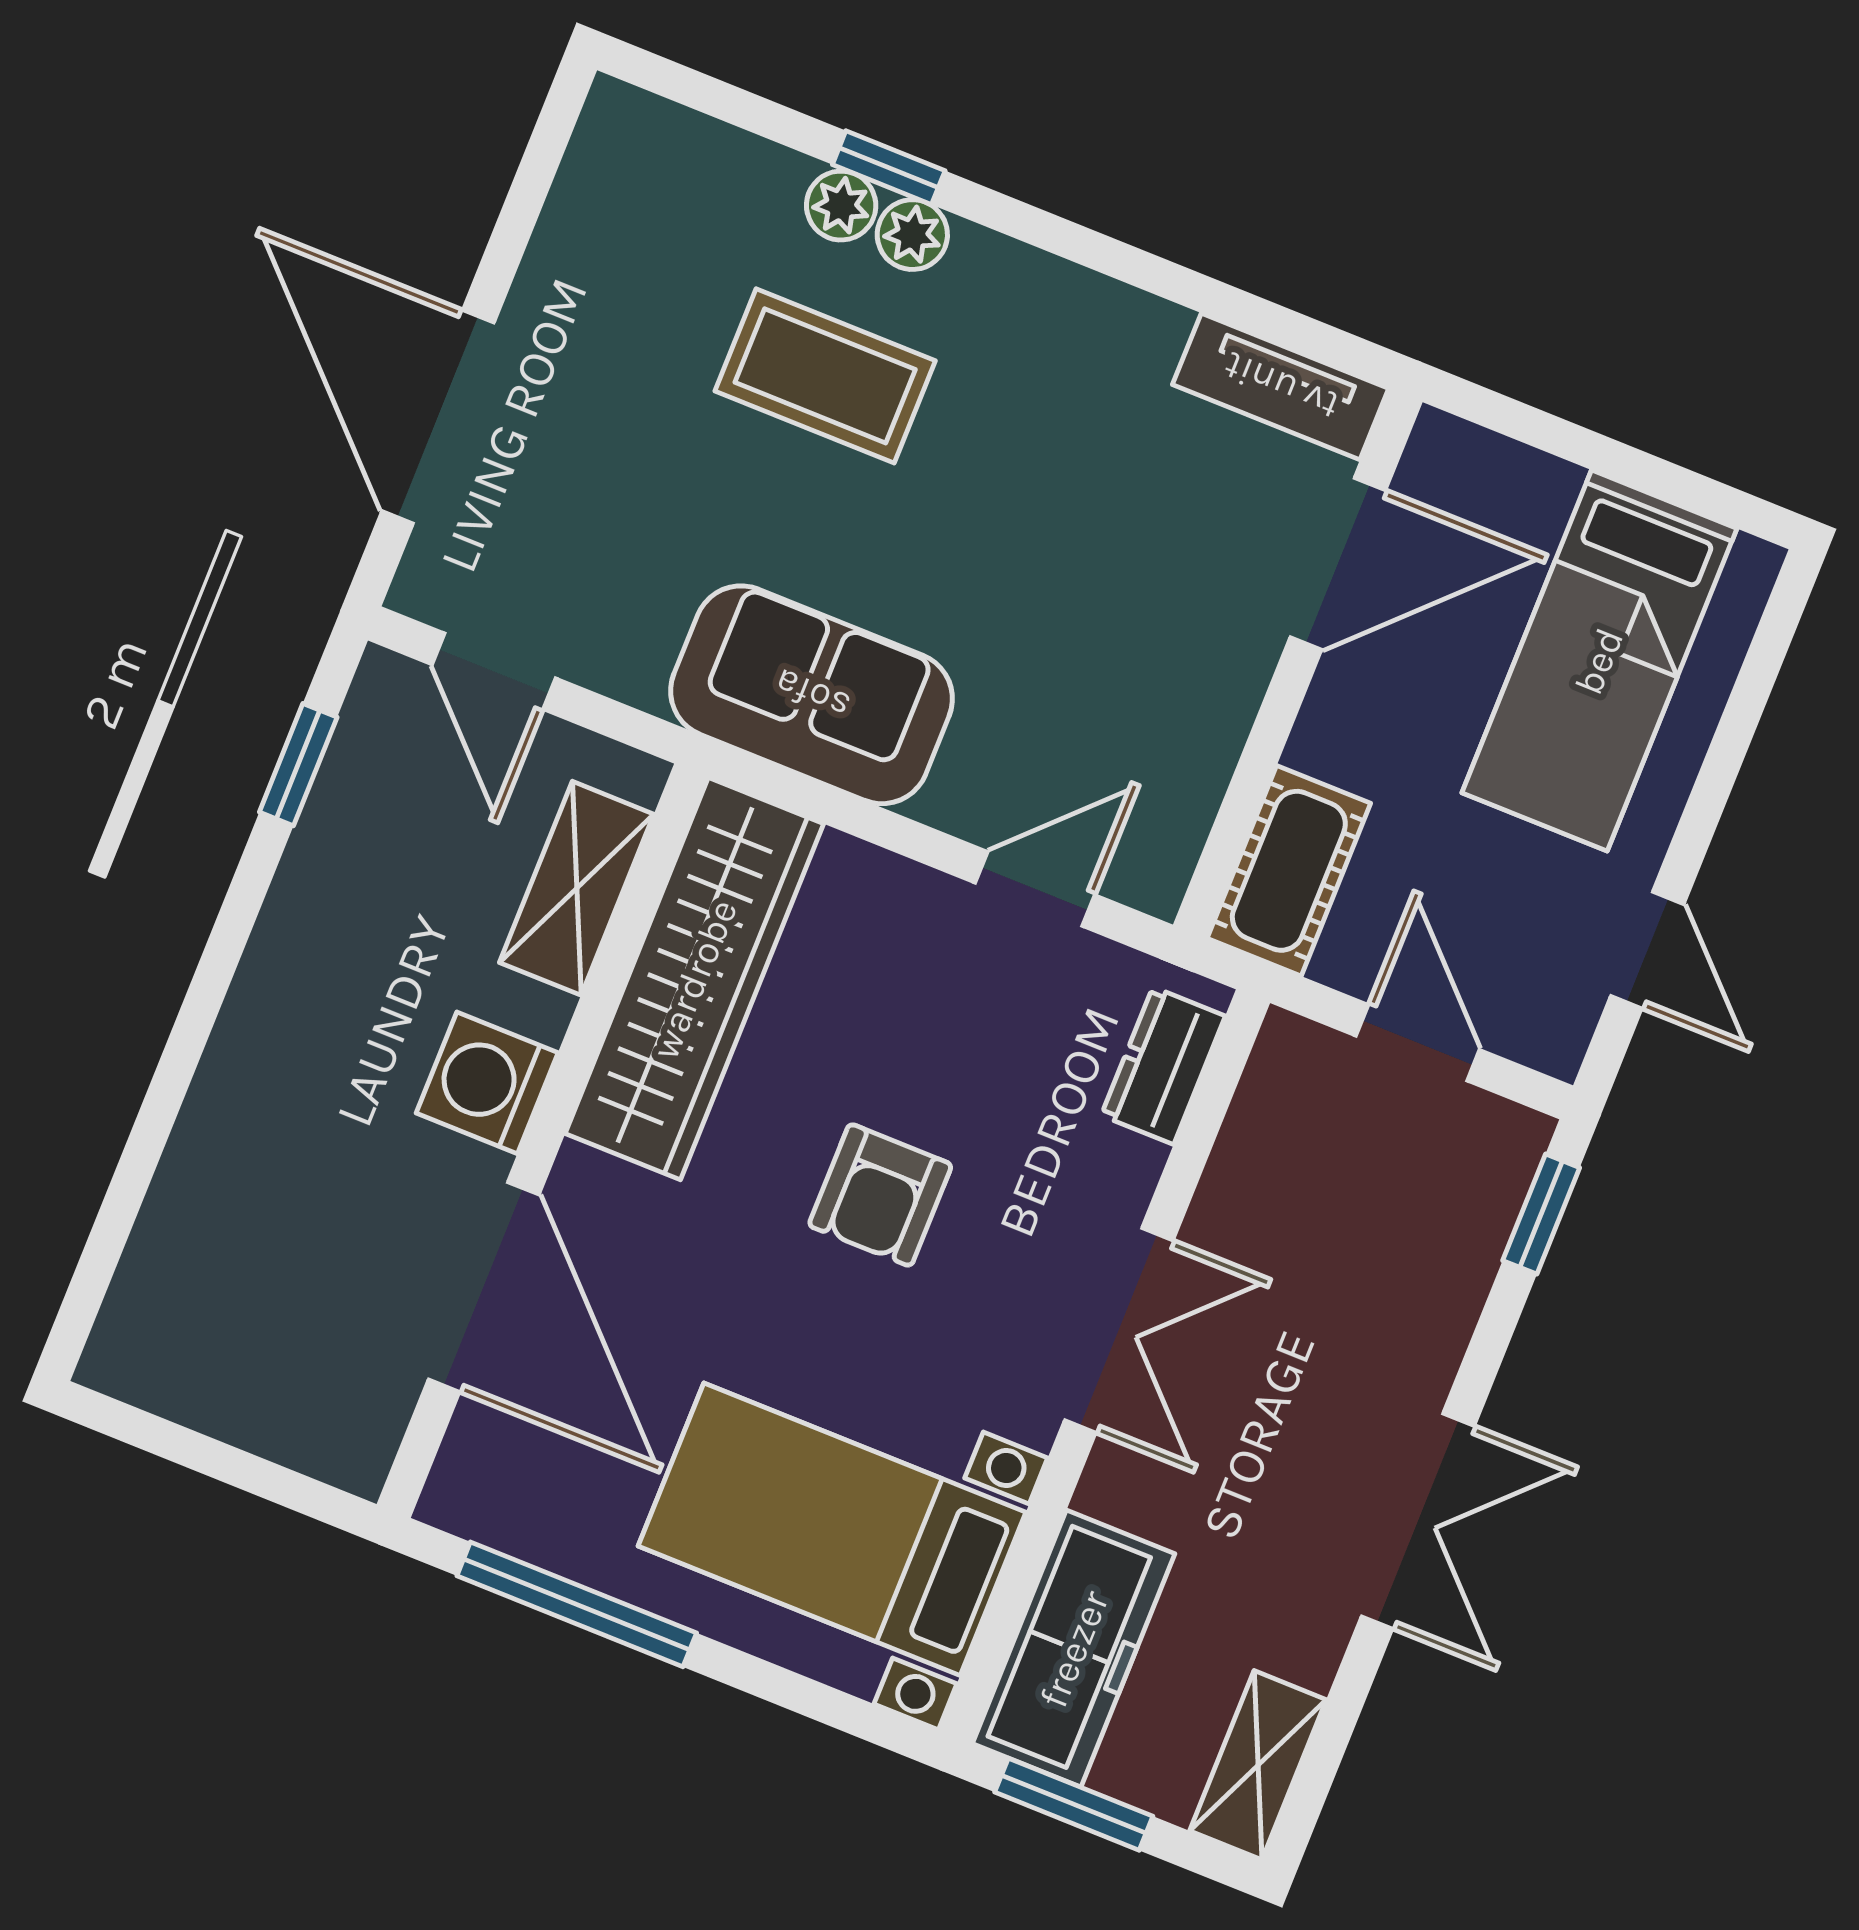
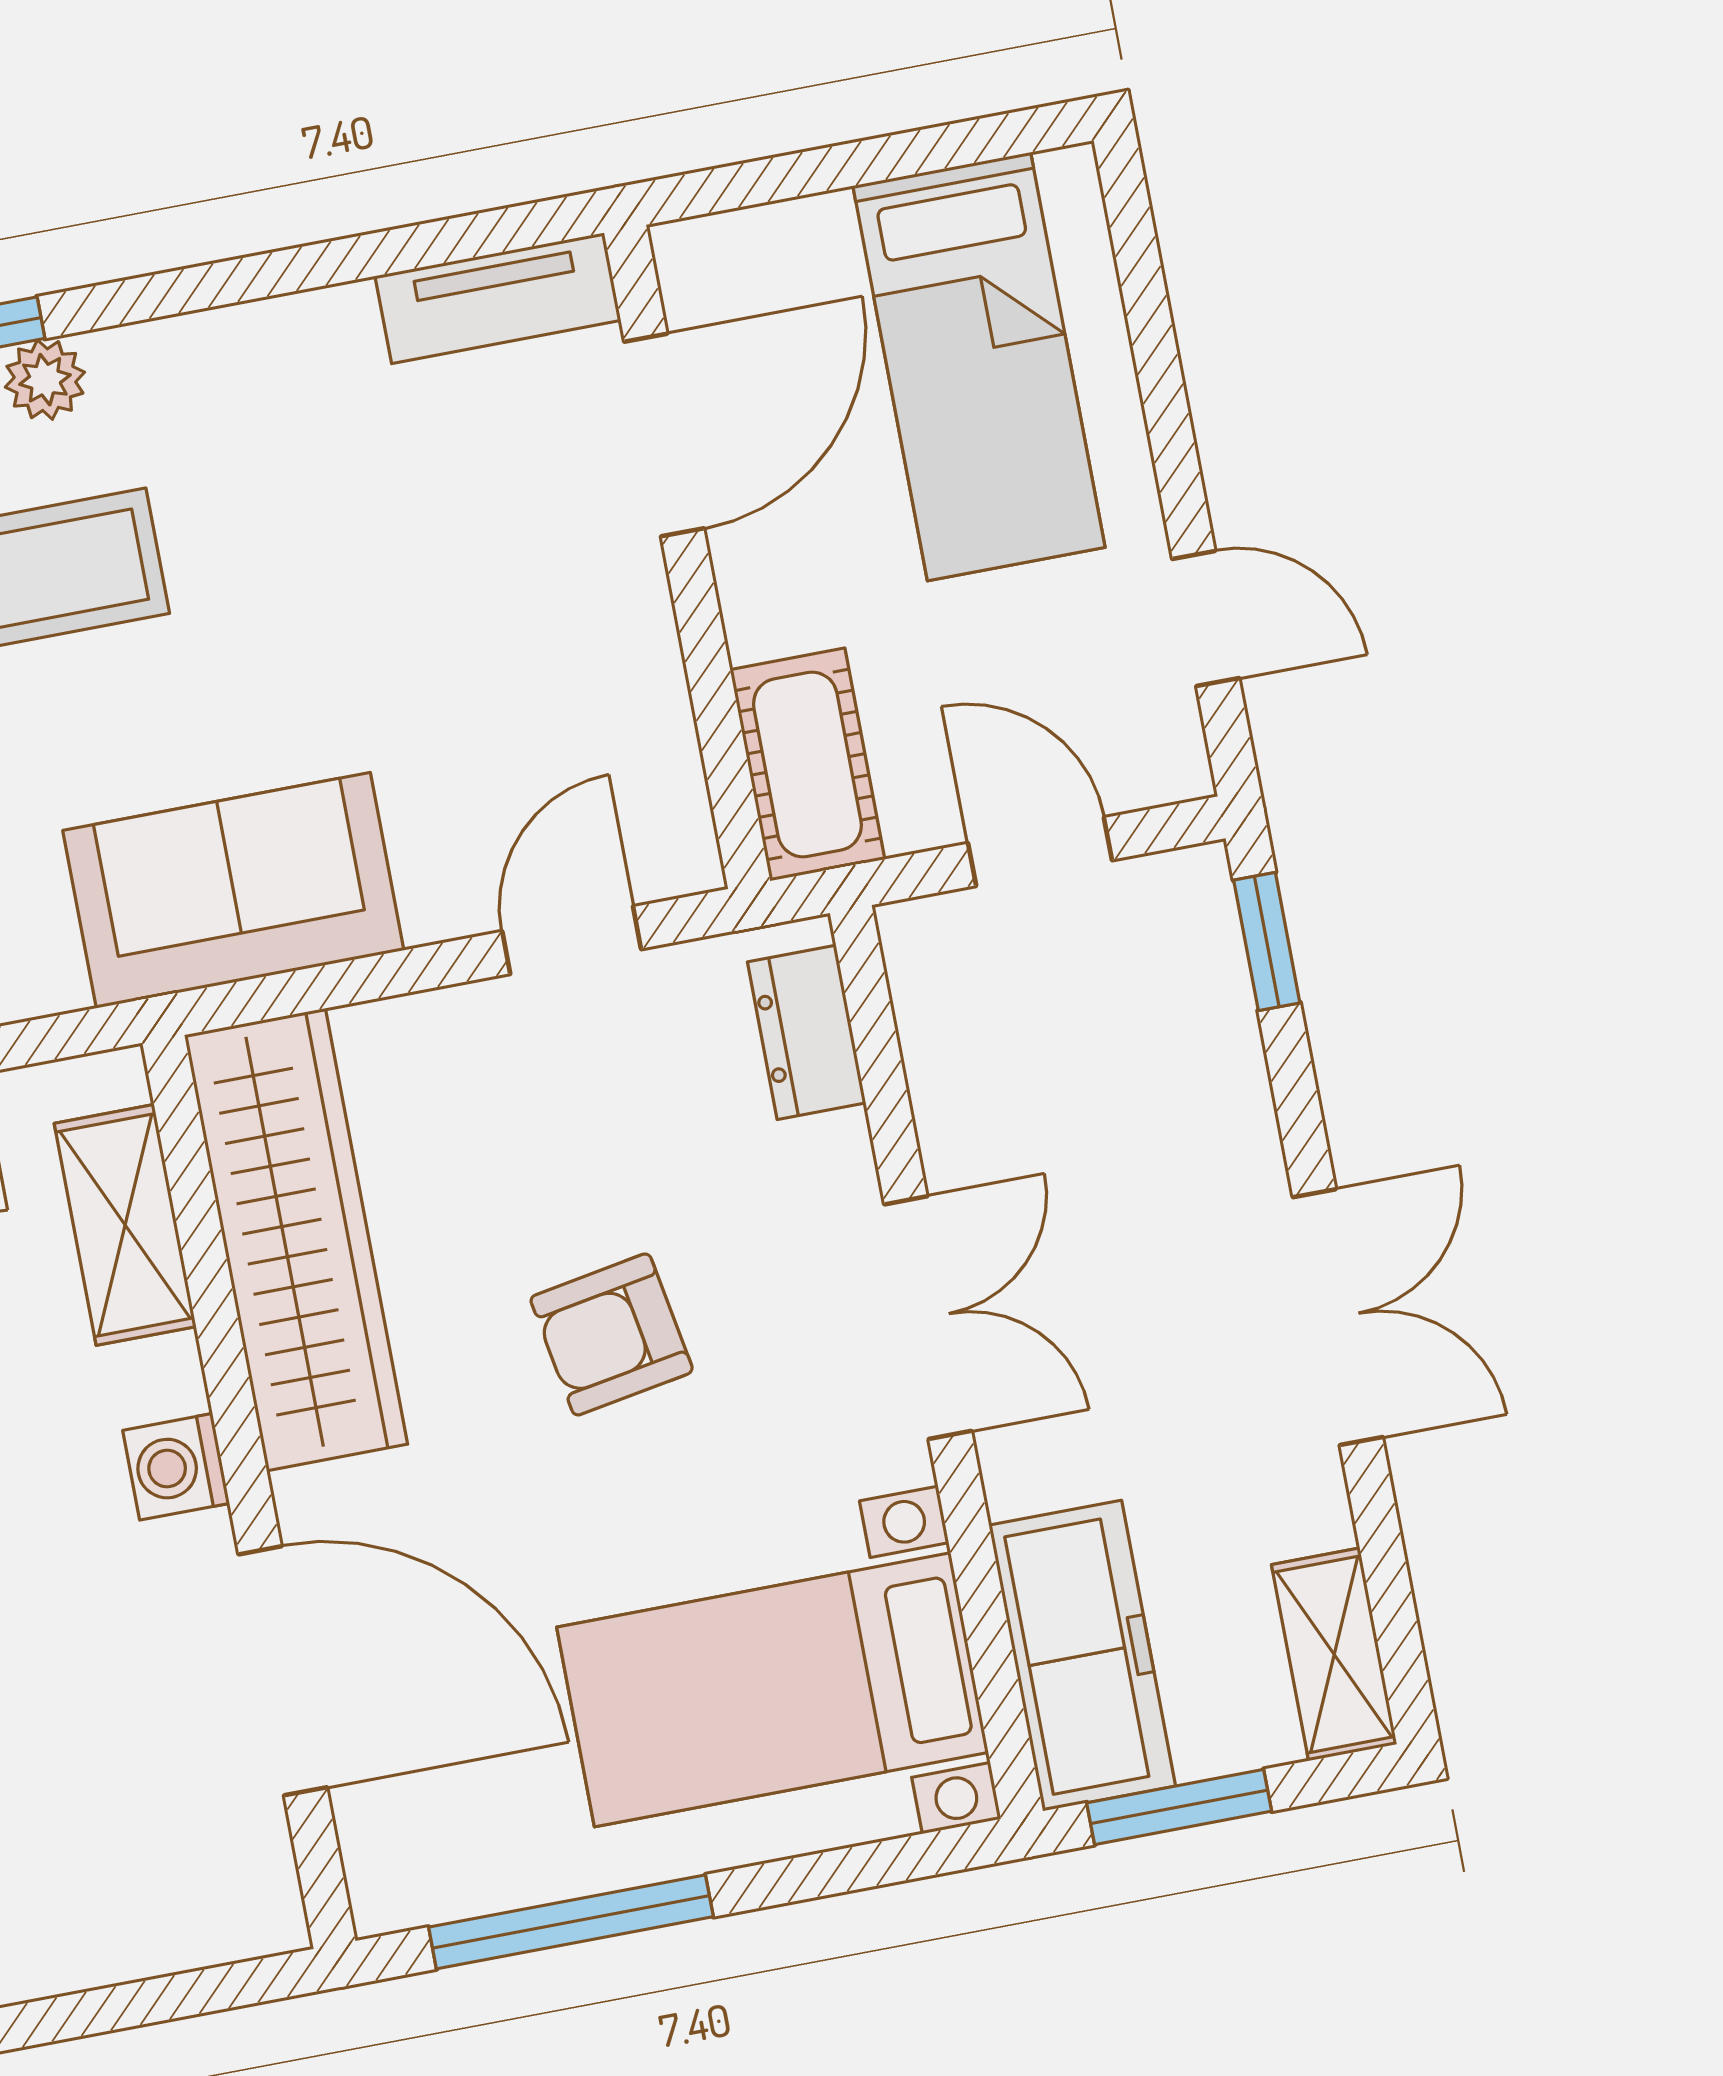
washing machine: (487, 1083) -> (176, 1467), width x0.73, depth x0.73
armchair: (880, 1195) -> (612, 1334), turned 80

